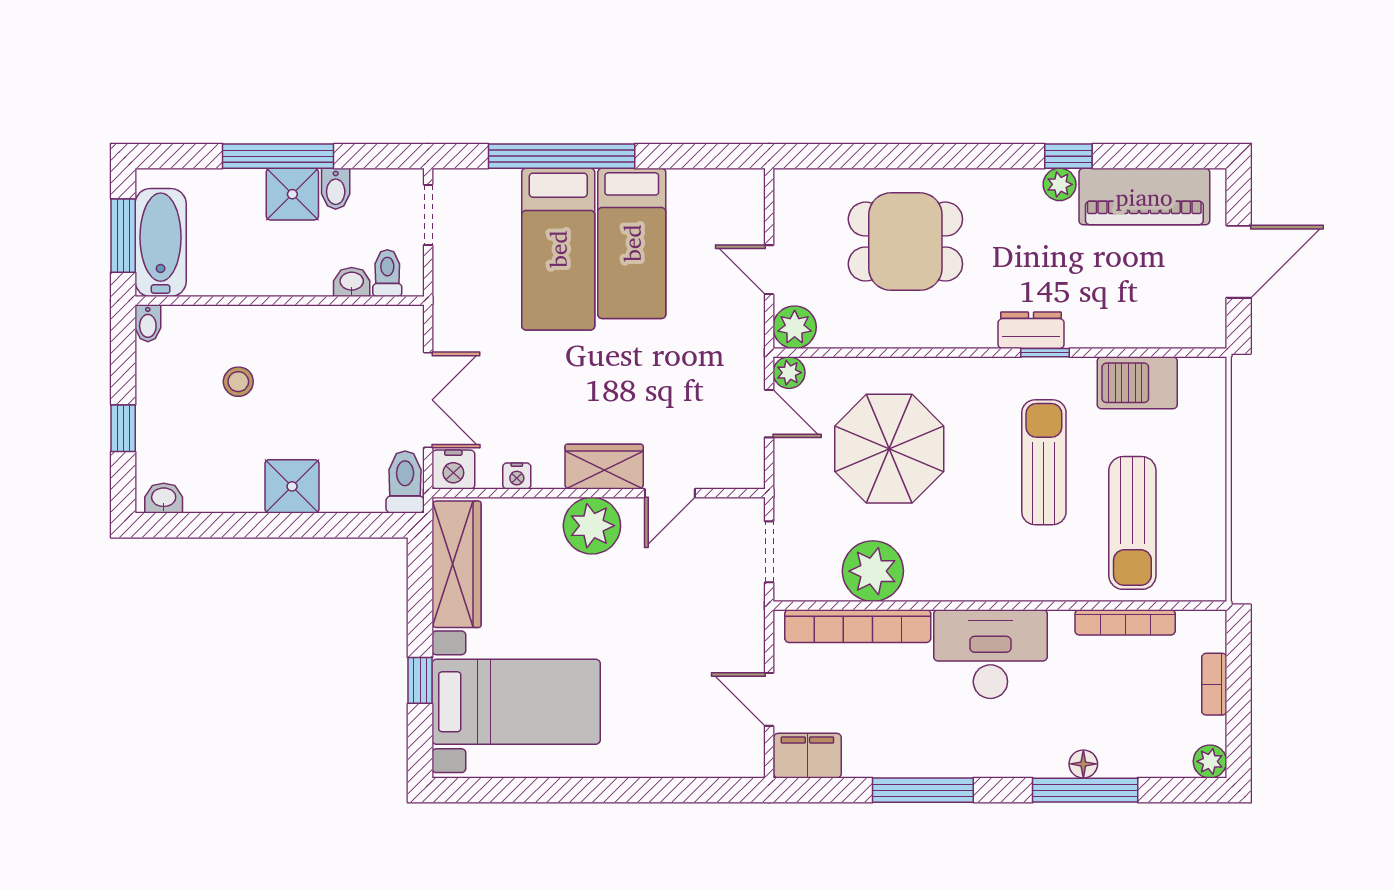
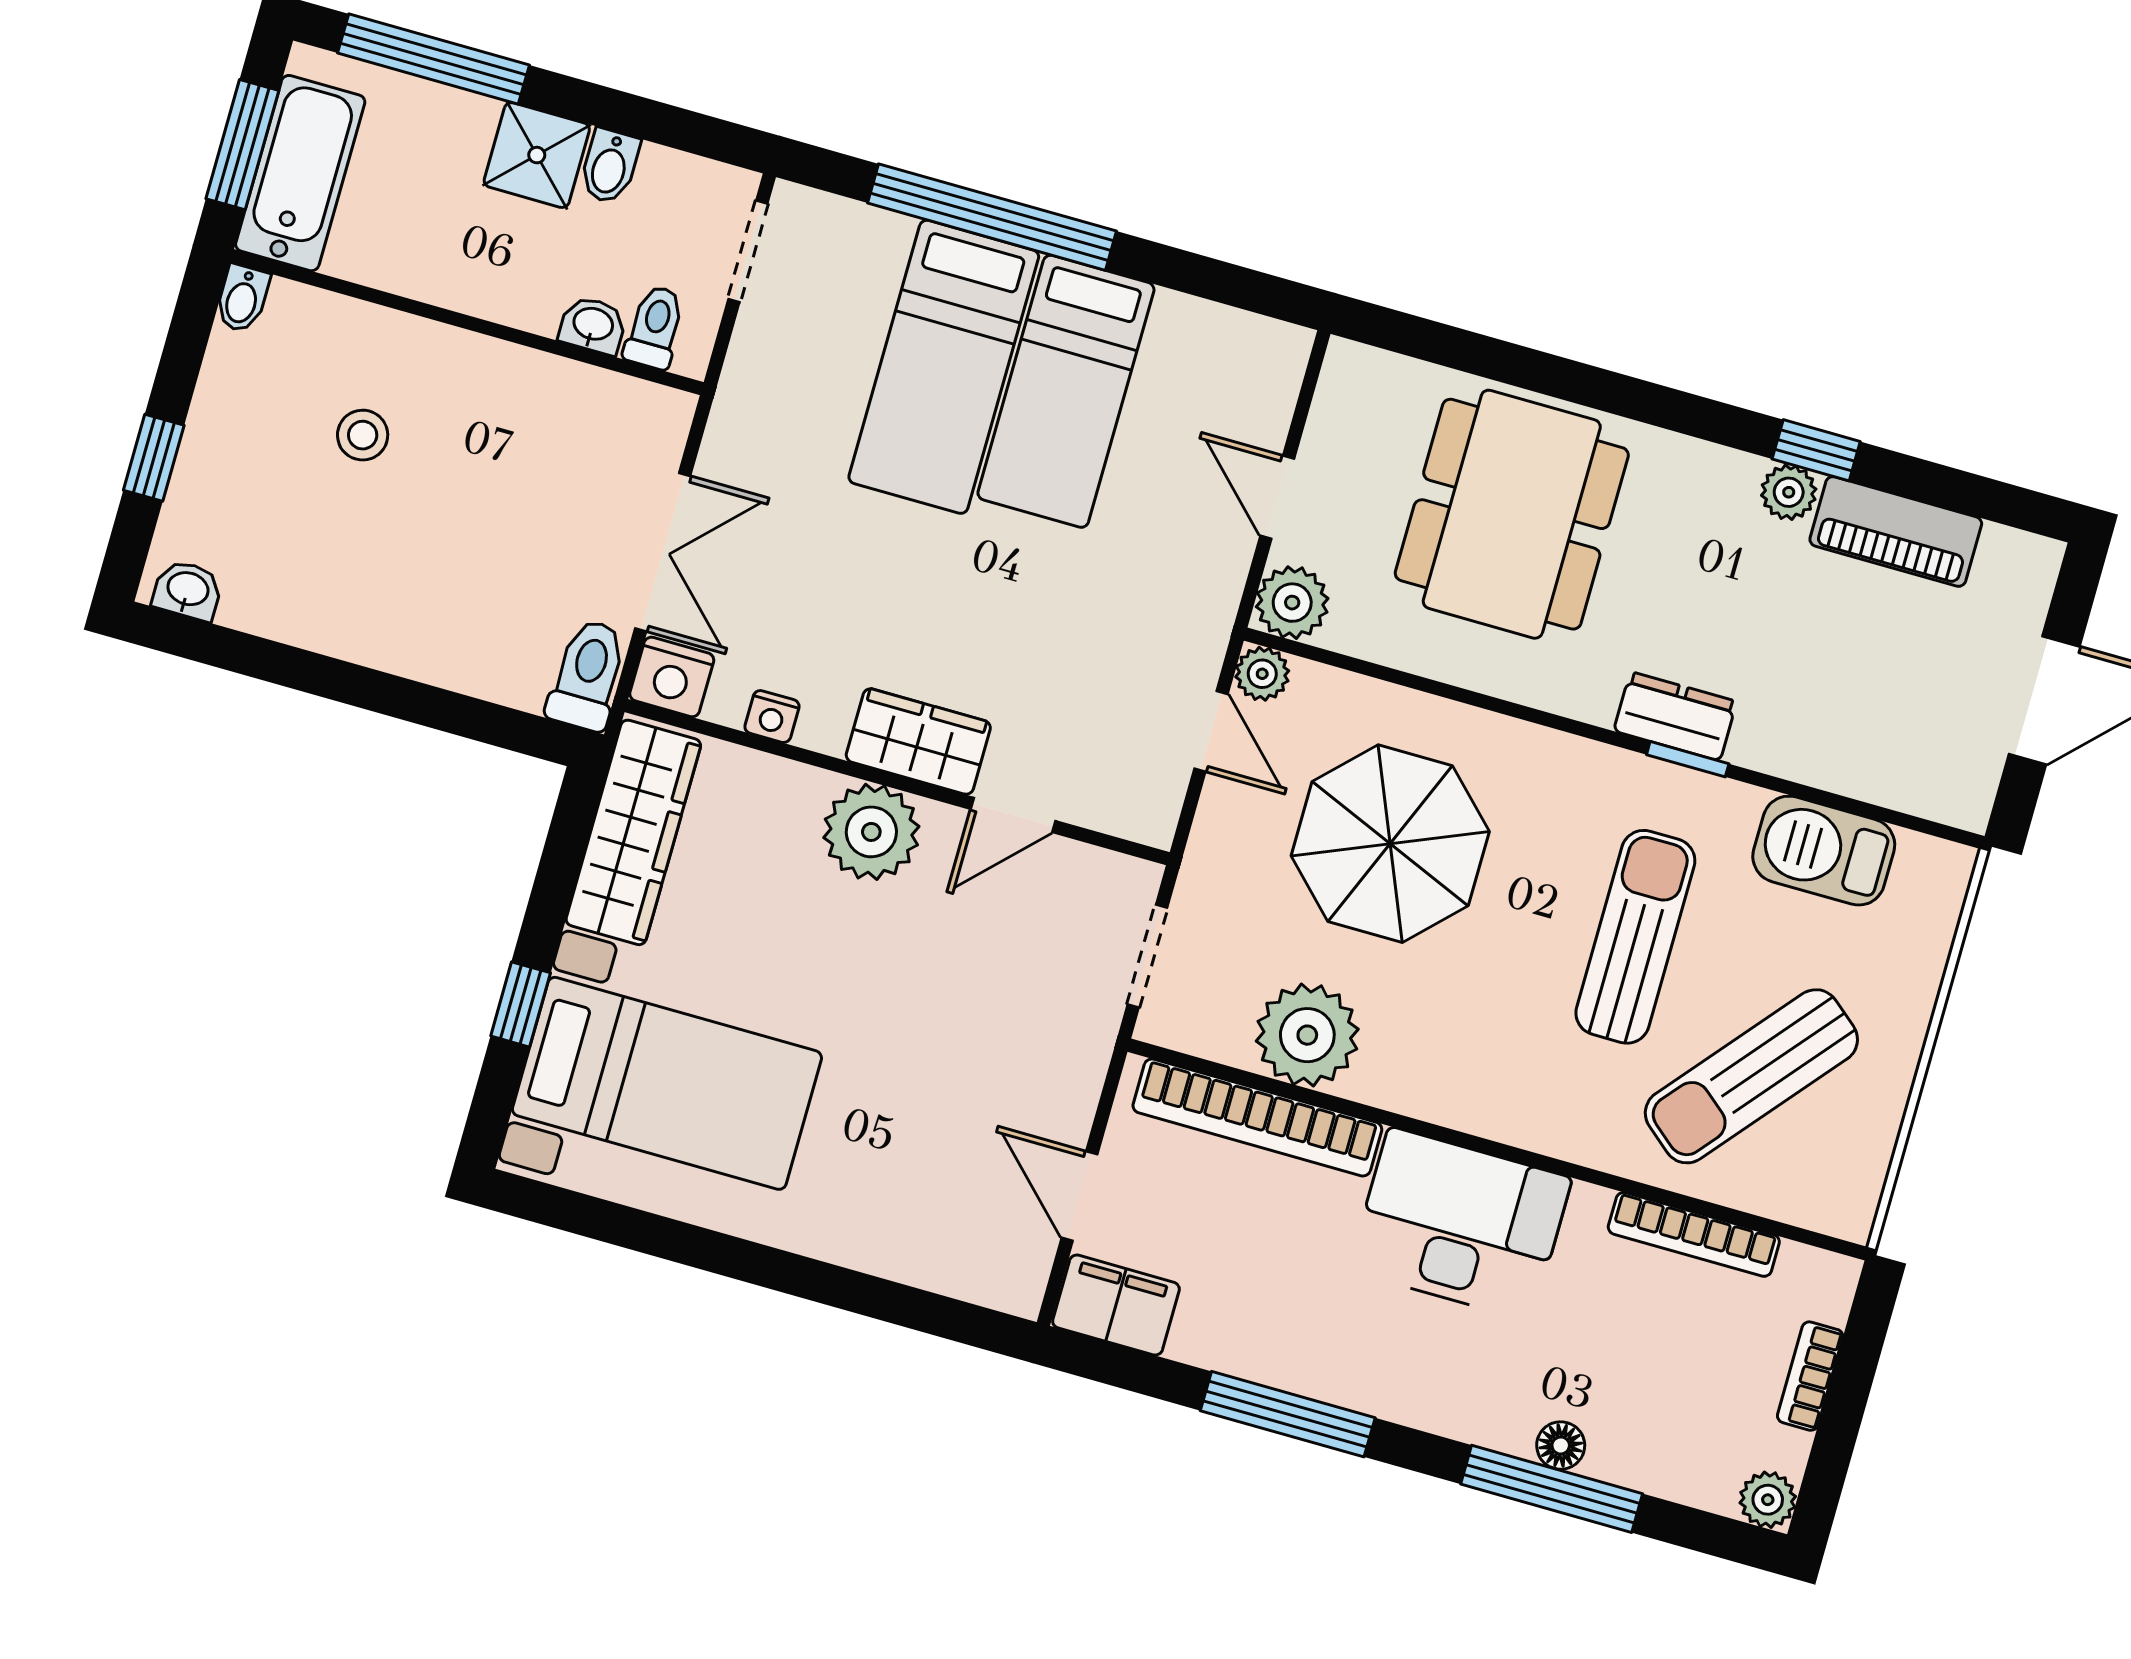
window: (278, 156) -> (434, 59), moved
piano: (1144, 197) -> (1896, 531), width x0.73, depth x0.75
dining table: (905, 242) -> (1512, 514), width x1.37
shower: (292, 486) -> (402, 630), removed
sun lounger: (1132, 523) -> (1751, 1076), turned 40

